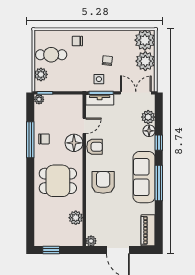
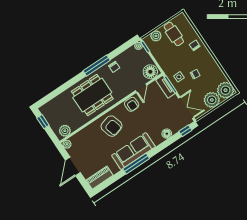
plant: (148, 117) -> (176, 127), removed
door: (84, 126) -> (141, 88), hinge flipped
window: (30, 140) -> (97, 65), moved
floor lamp: (74, 143) -> (150, 72), moved
window: (159, 143) -> (185, 131), moved
dining table: (58, 181) -> (92, 95), width x1.37
armchair: (103, 182) -> (112, 126), turned 75
plant: (76, 218) -> (65, 131), moved

